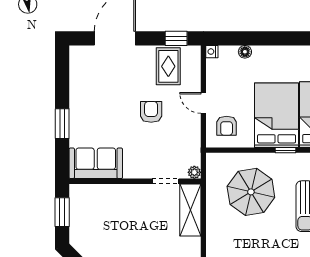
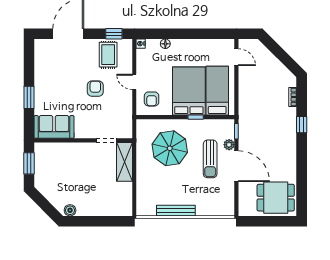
plant: (194, 172) -> (128, 134), removed

